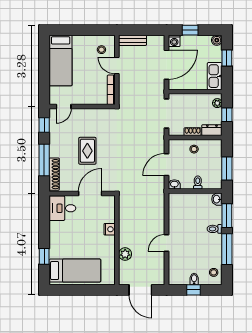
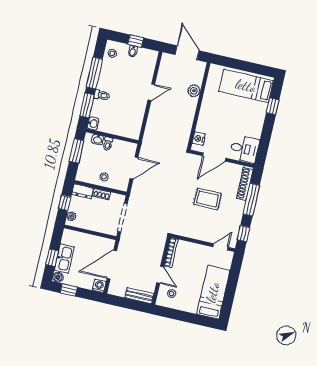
window: (190, 30) -> (69, 290), moved
kitchen sink: (215, 76) -> (64, 258), moved
rug: (87, 151) -> (207, 199), turned 90
washbasin: (174, 184) -> (98, 140), moved
nightstand: (110, 229) -> (199, 139), moved

